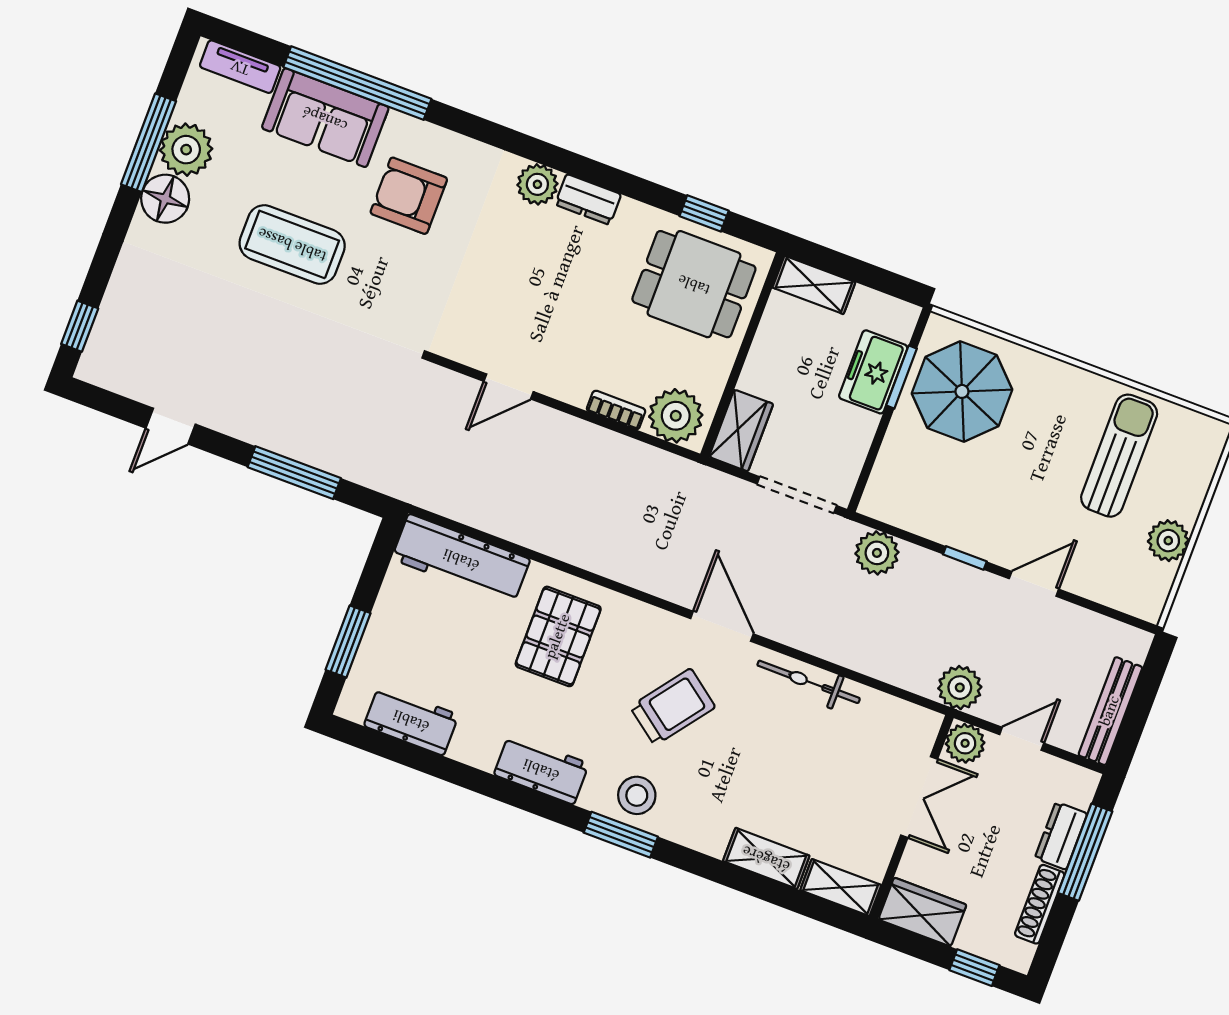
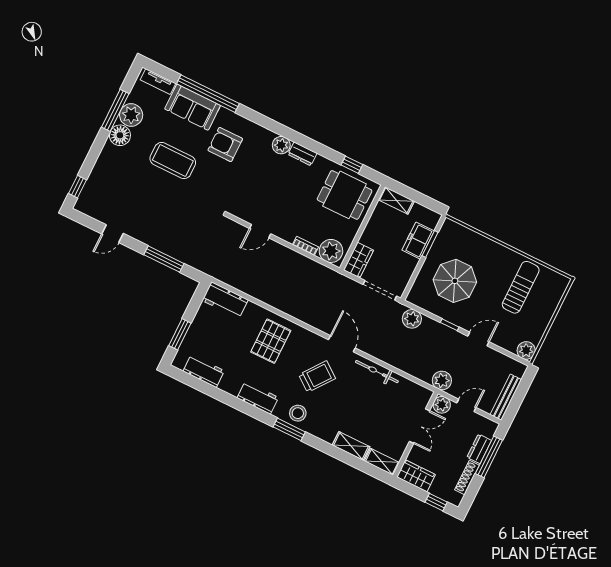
parasol: (962, 391) -> (455, 281), moved
plant: (1168, 541) -> (526, 350), moved
workbench: (461, 559) -> (225, 300), width x0.73

